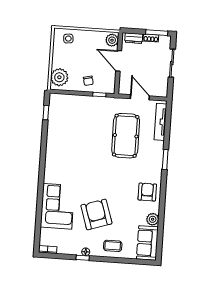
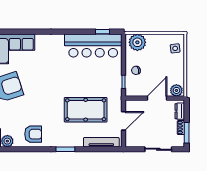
bar counter: (60, 123) -> (93, 46), added

